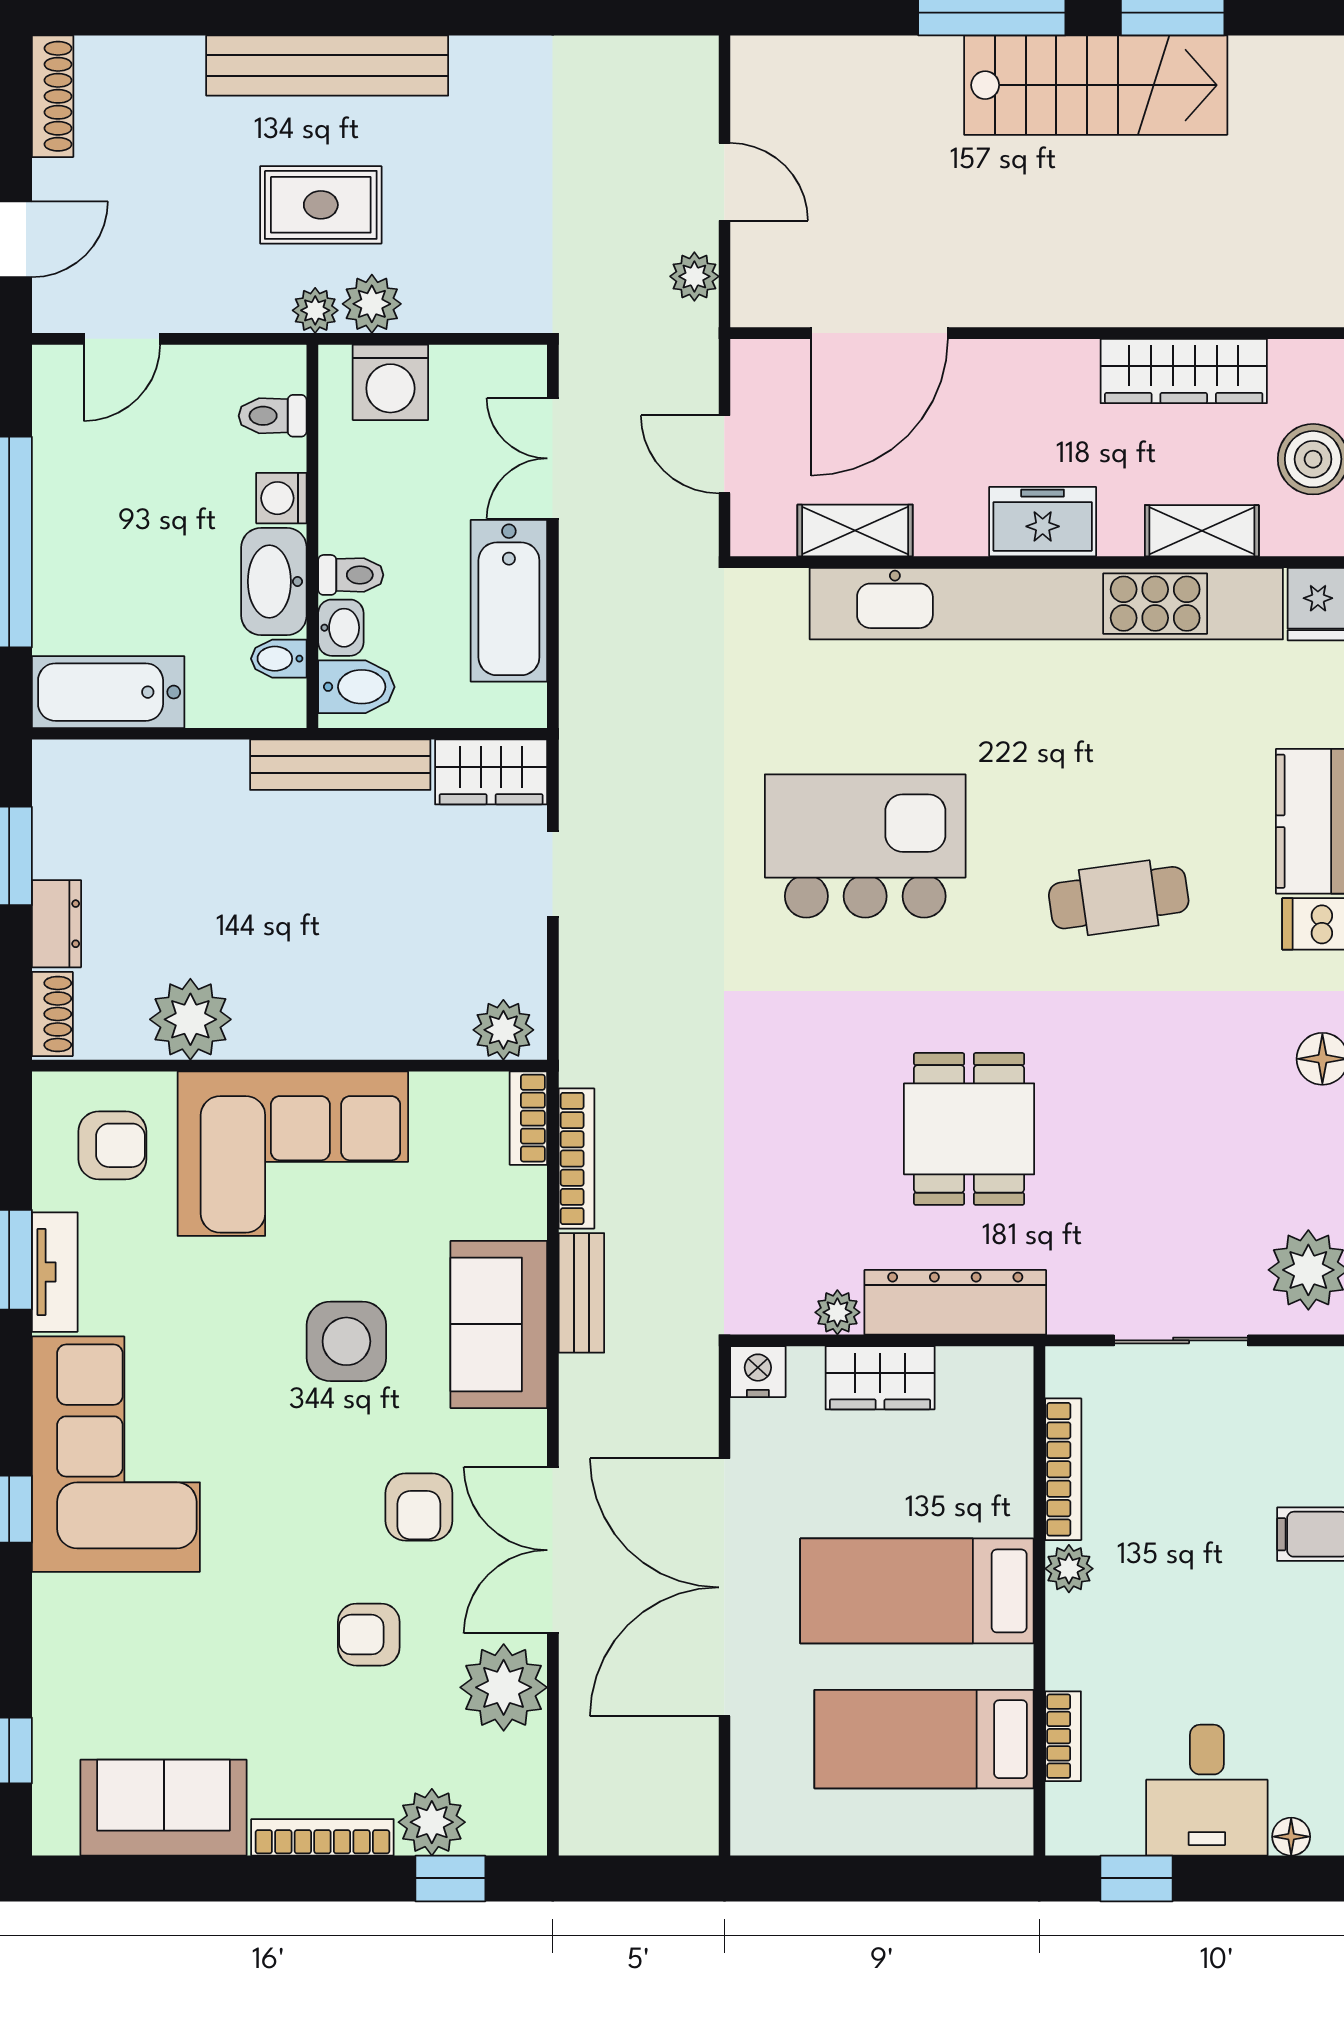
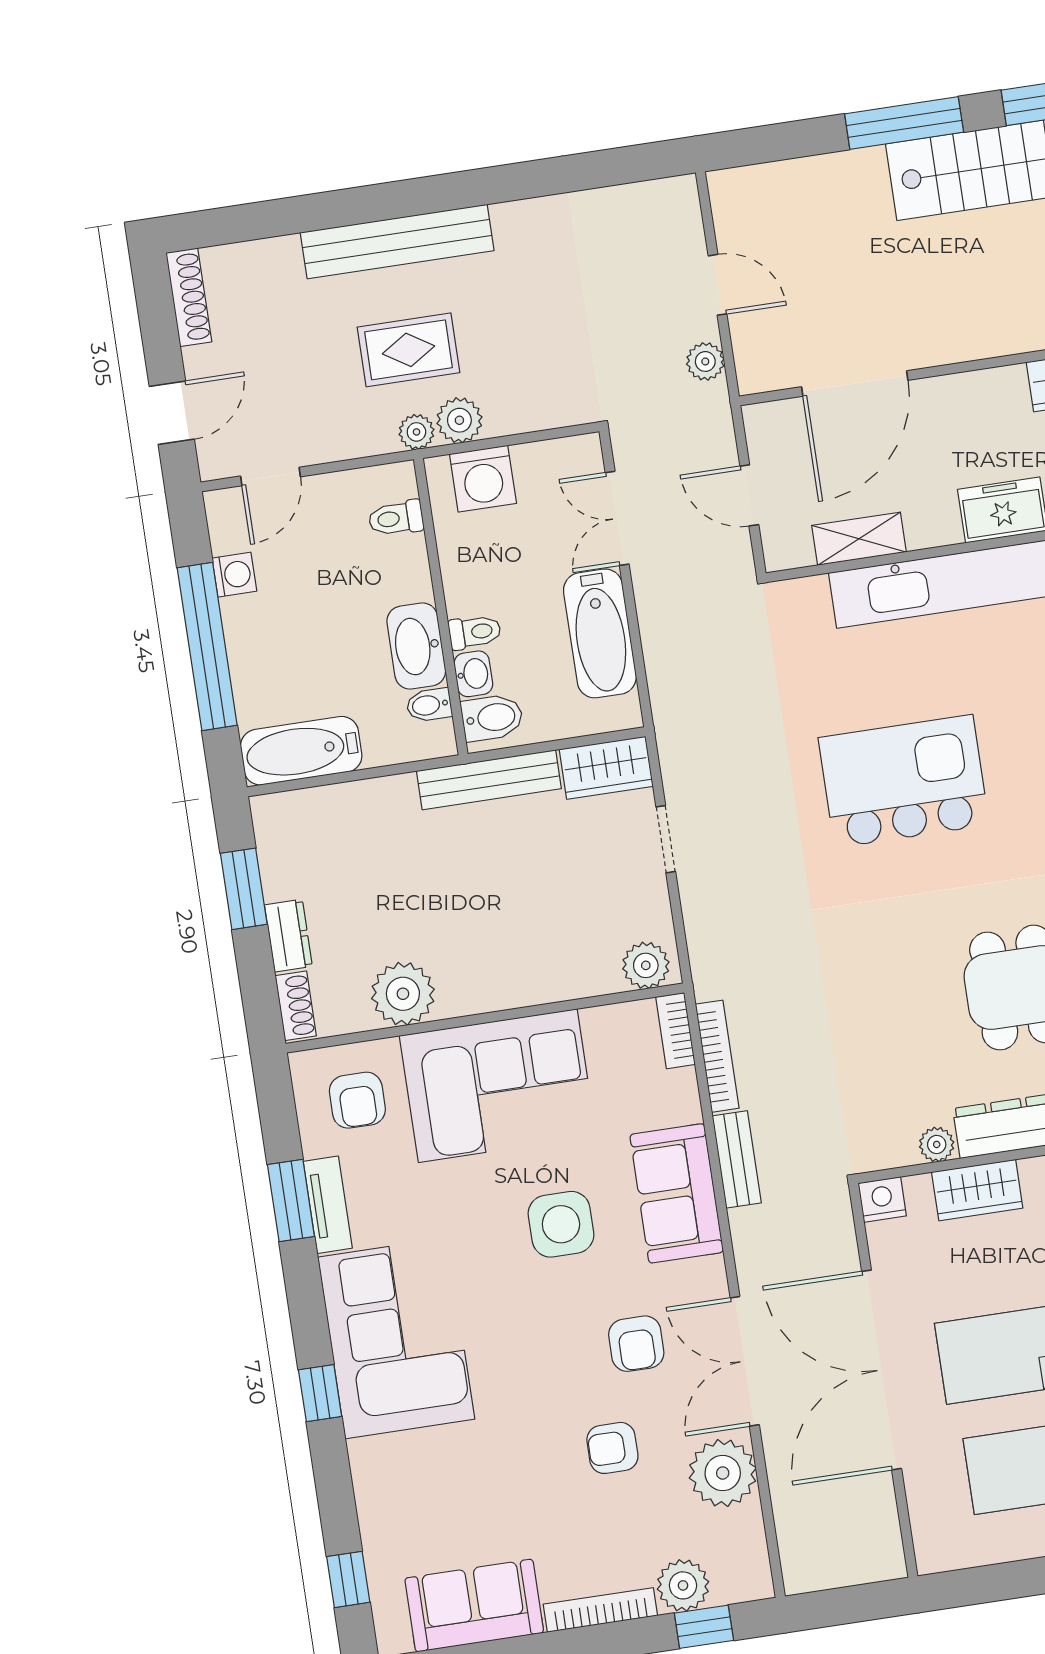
washing machine: (281, 498) -> (234, 575), moved, turned 180
armchair: (112, 1145) -> (357, 1100), turned 90

